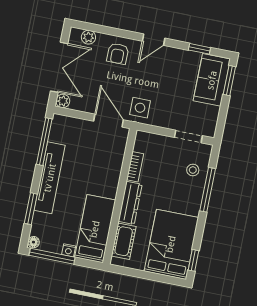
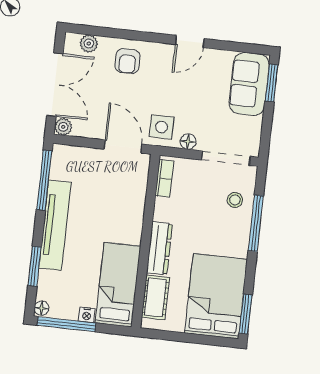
door: (154, 40) -> (190, 42), moved
window: (199, 49) -> (230, 46), removed
floor lamp: (160, 121) -> (188, 142), added
doorway: (188, 137) -> (226, 158), width x1.38
bookcase: (135, 167) -> (164, 178), moved
window: (193, 260) -> (246, 314), width x1.50

